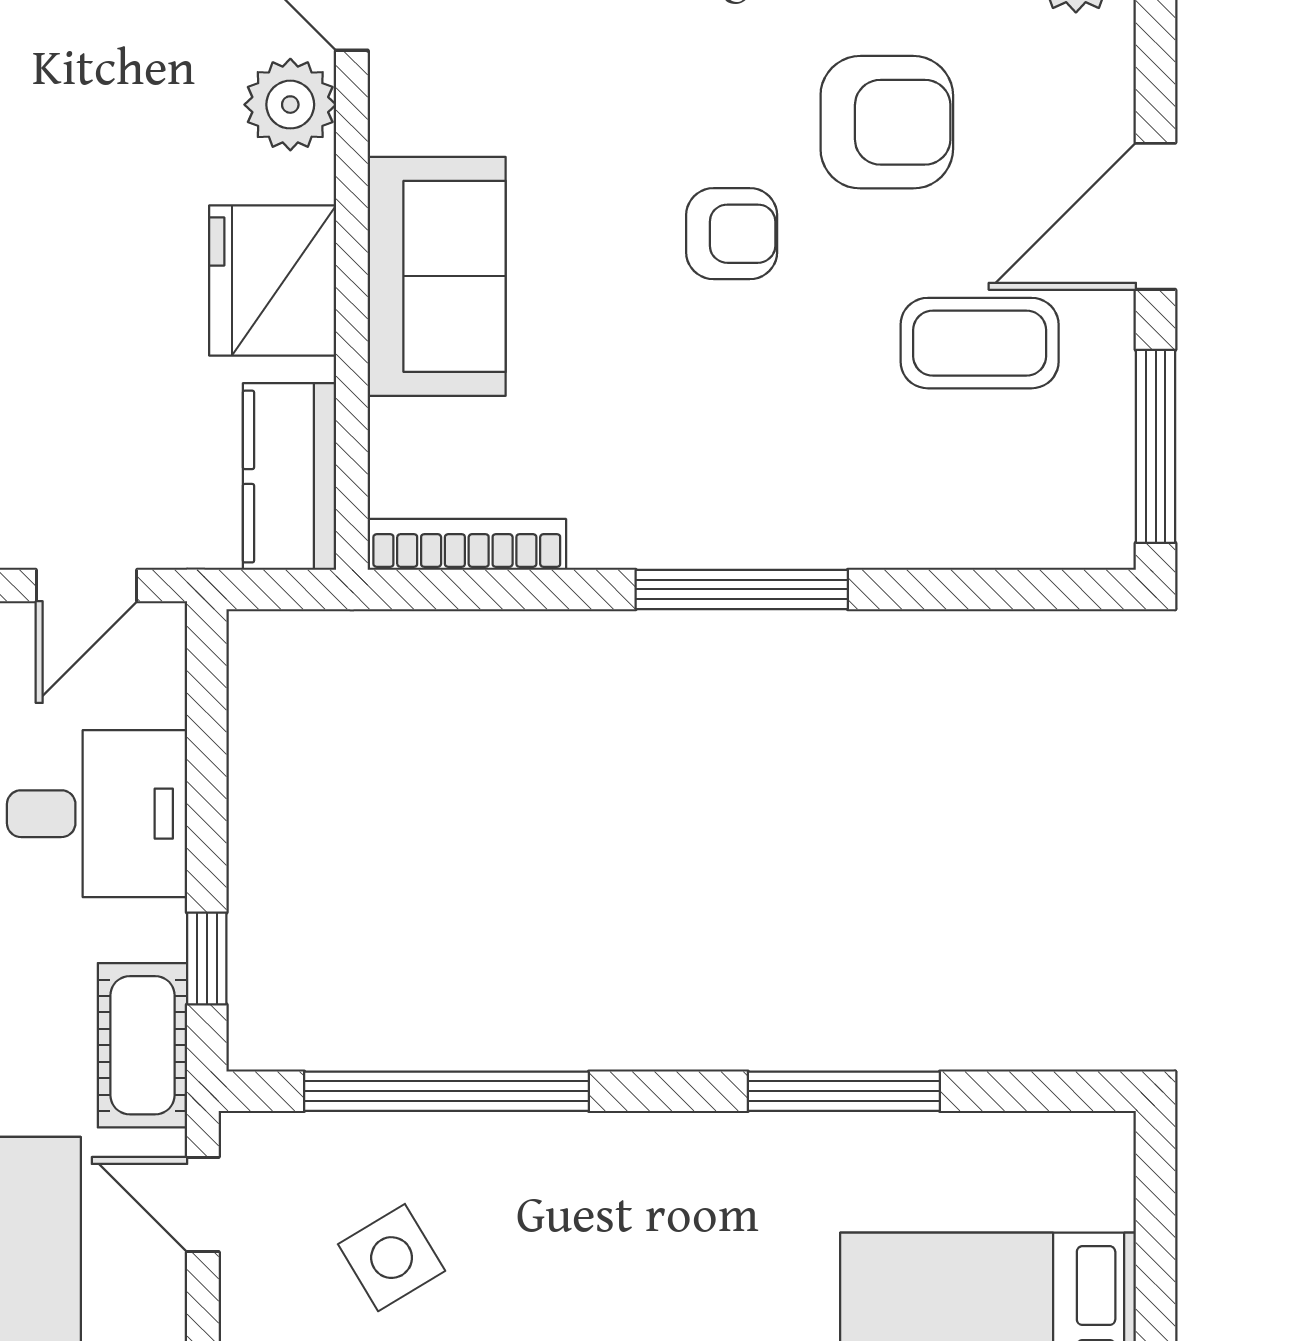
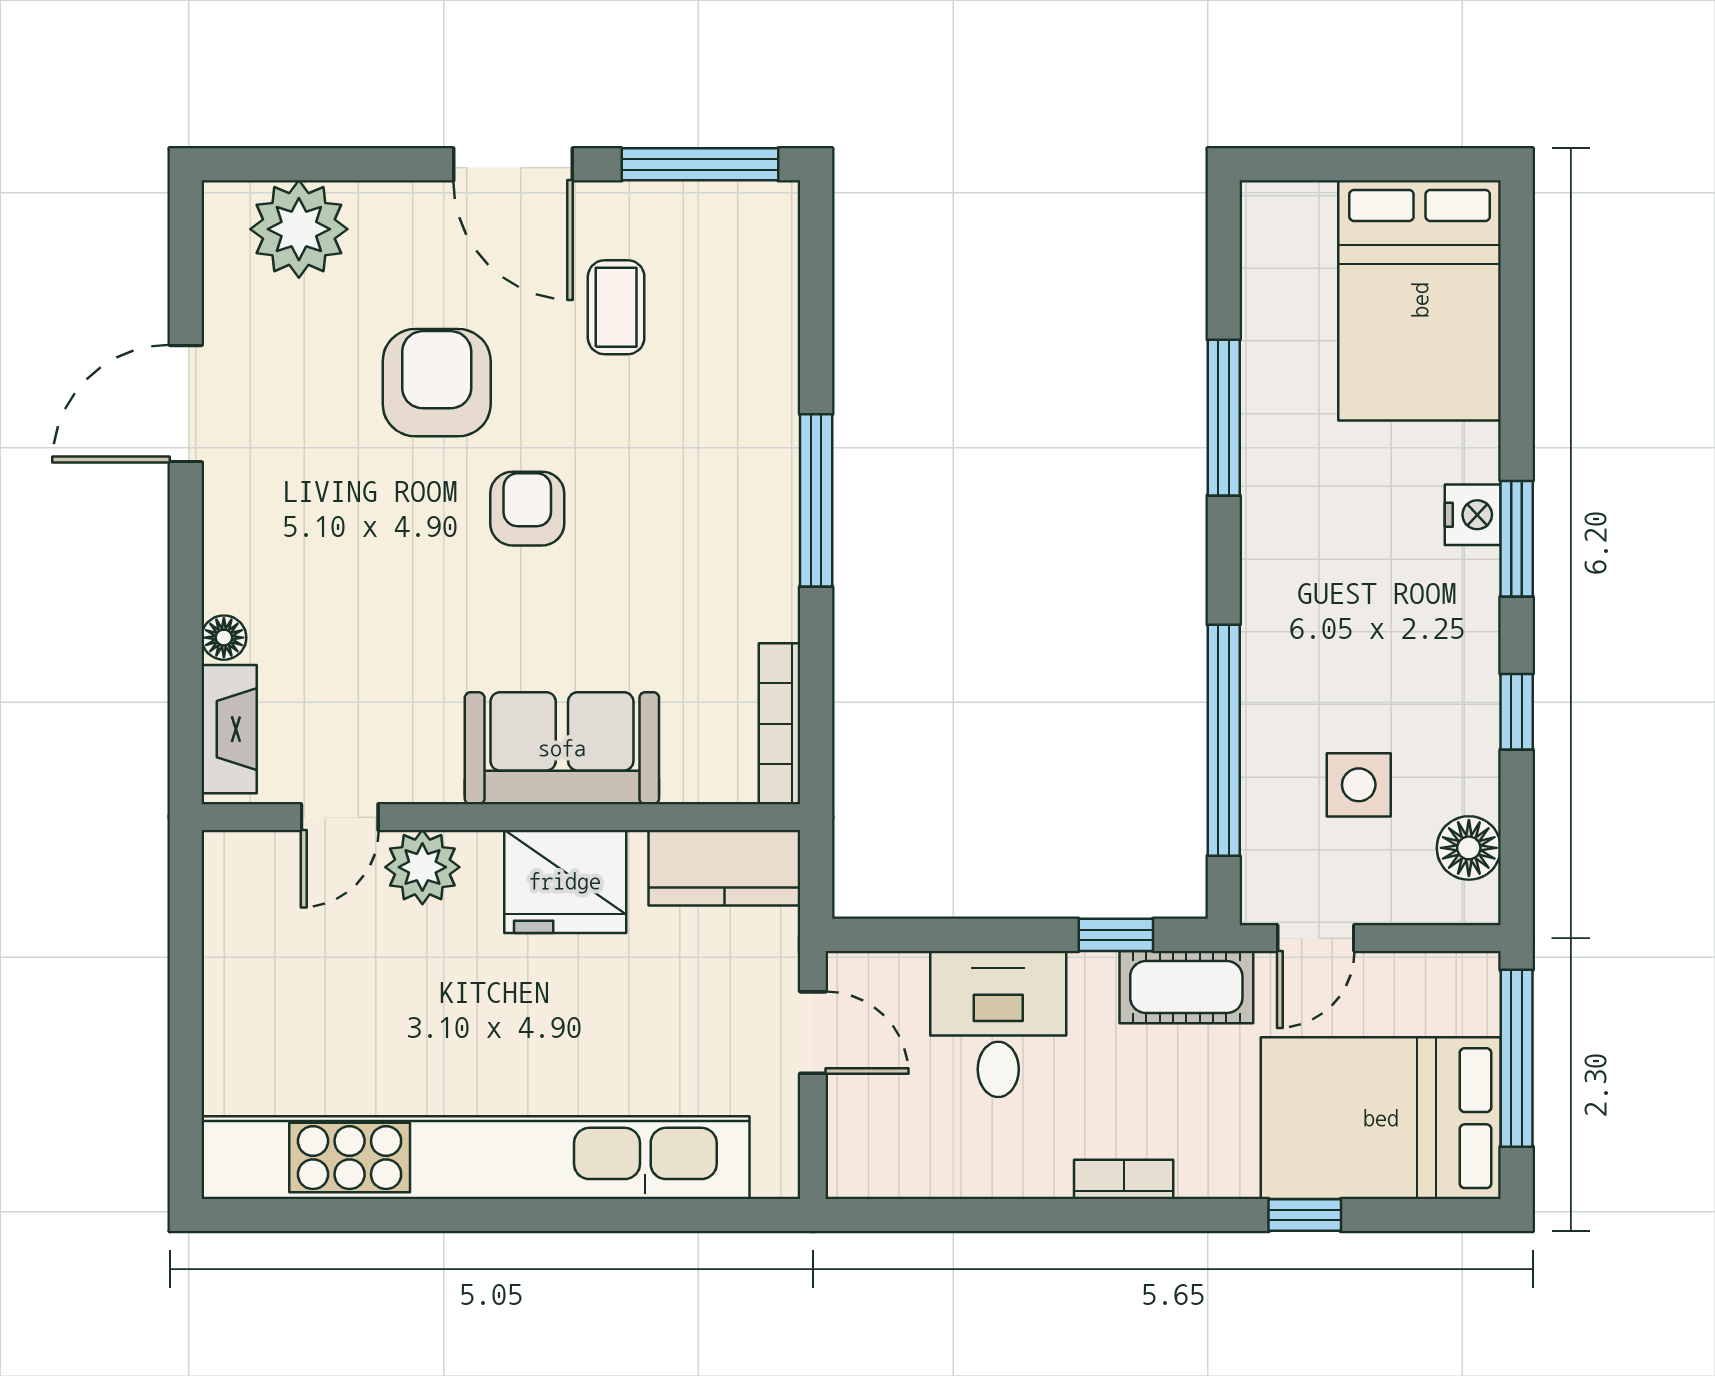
coffee table: (980, 343) -> (616, 307), width x0.73, depth x0.77
side table: (392, 1258) -> (1359, 785), turned 31

